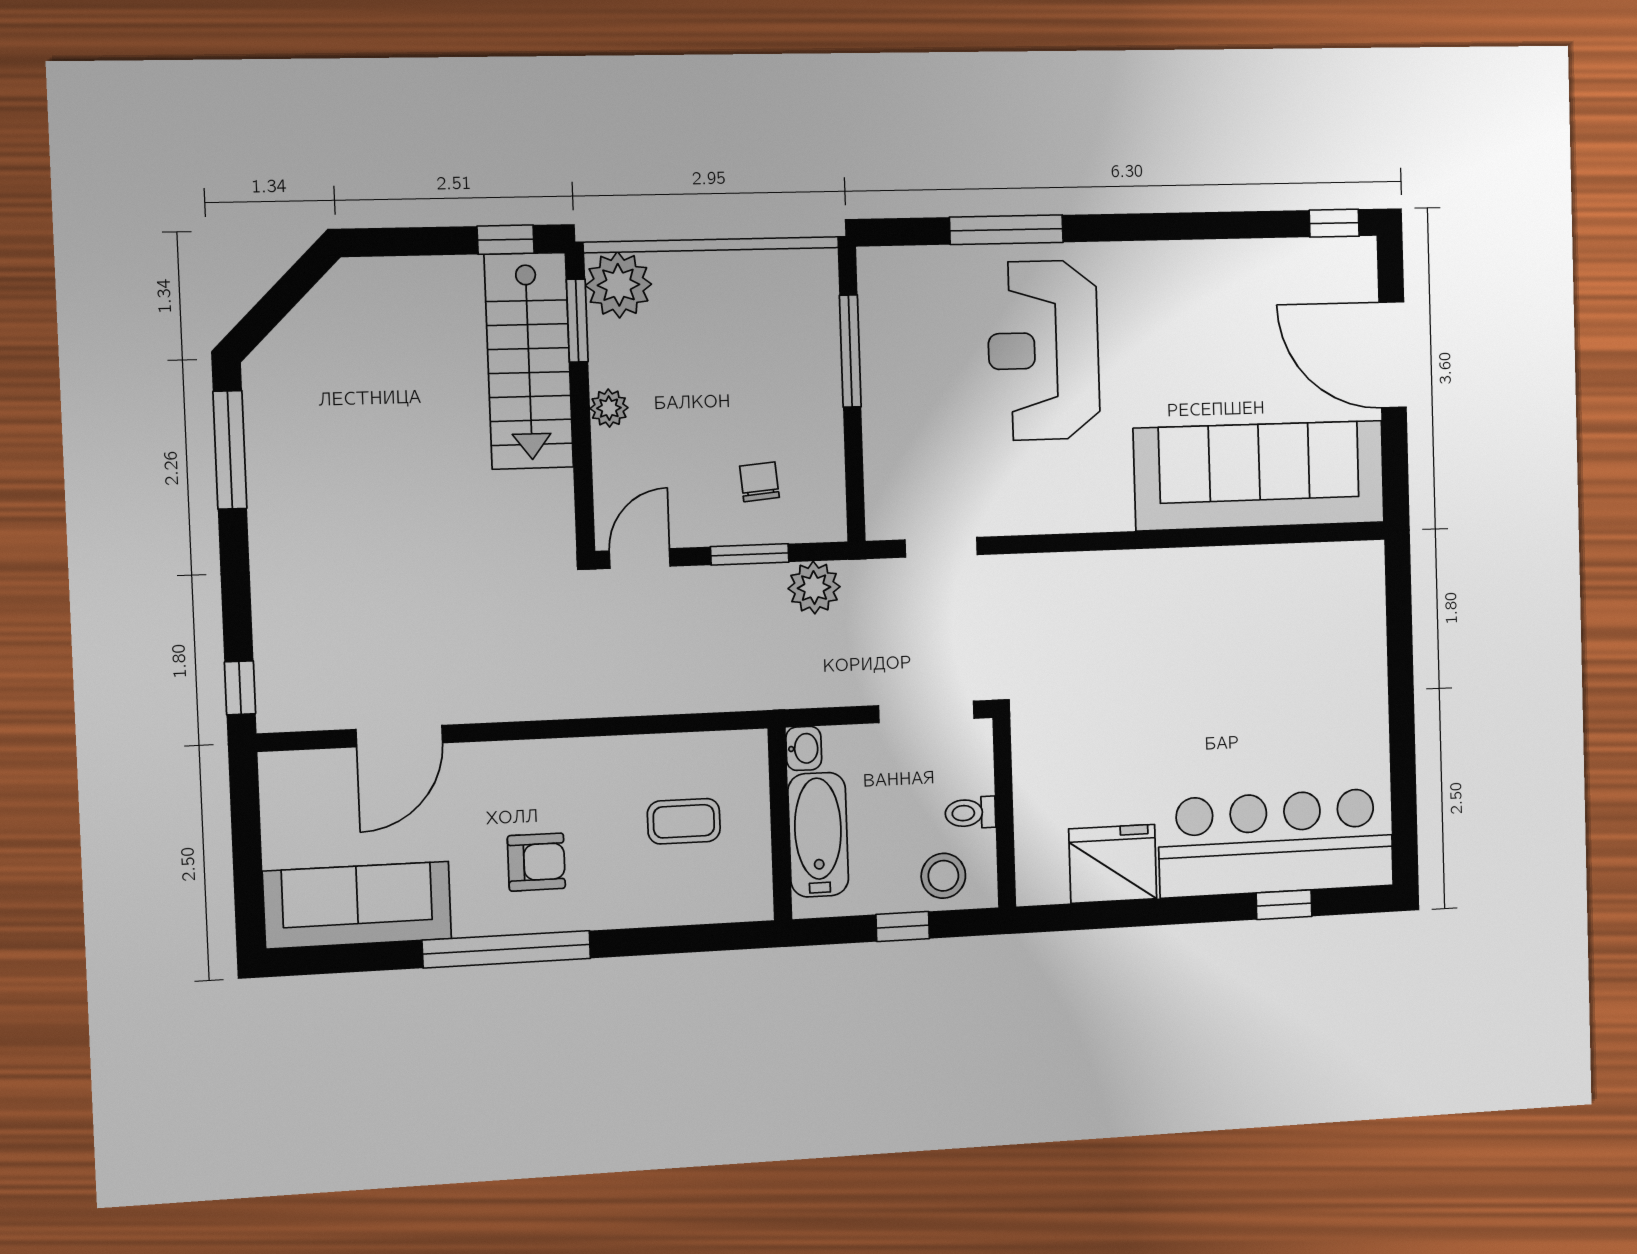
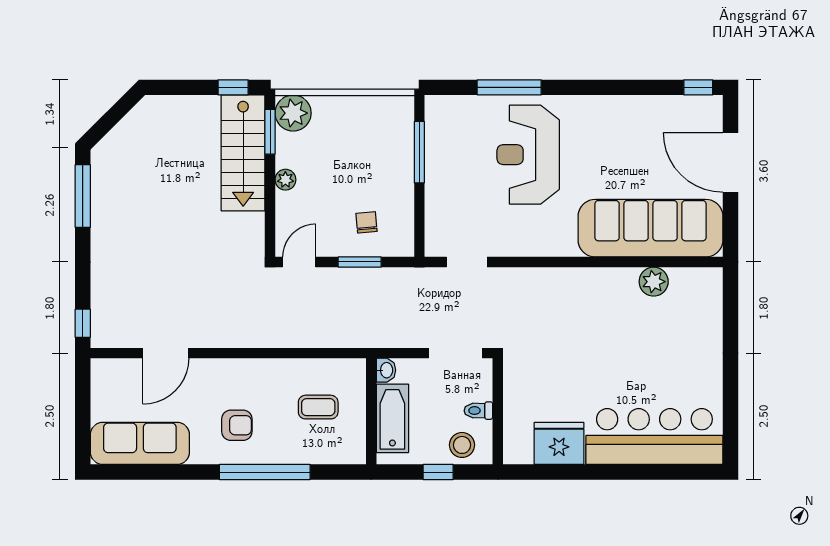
plant: (814, 588) -> (654, 282), moved
window: (1284, 905) -> (658, 472), removed
window: (507, 949) -> (265, 472), moved

